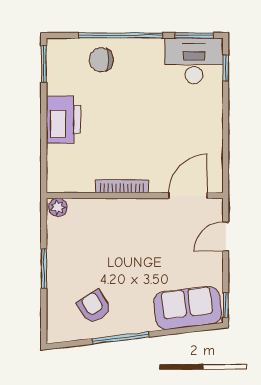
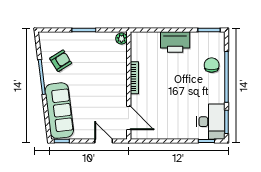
sofa: (188, 308) -> (59, 111), width x1.36

